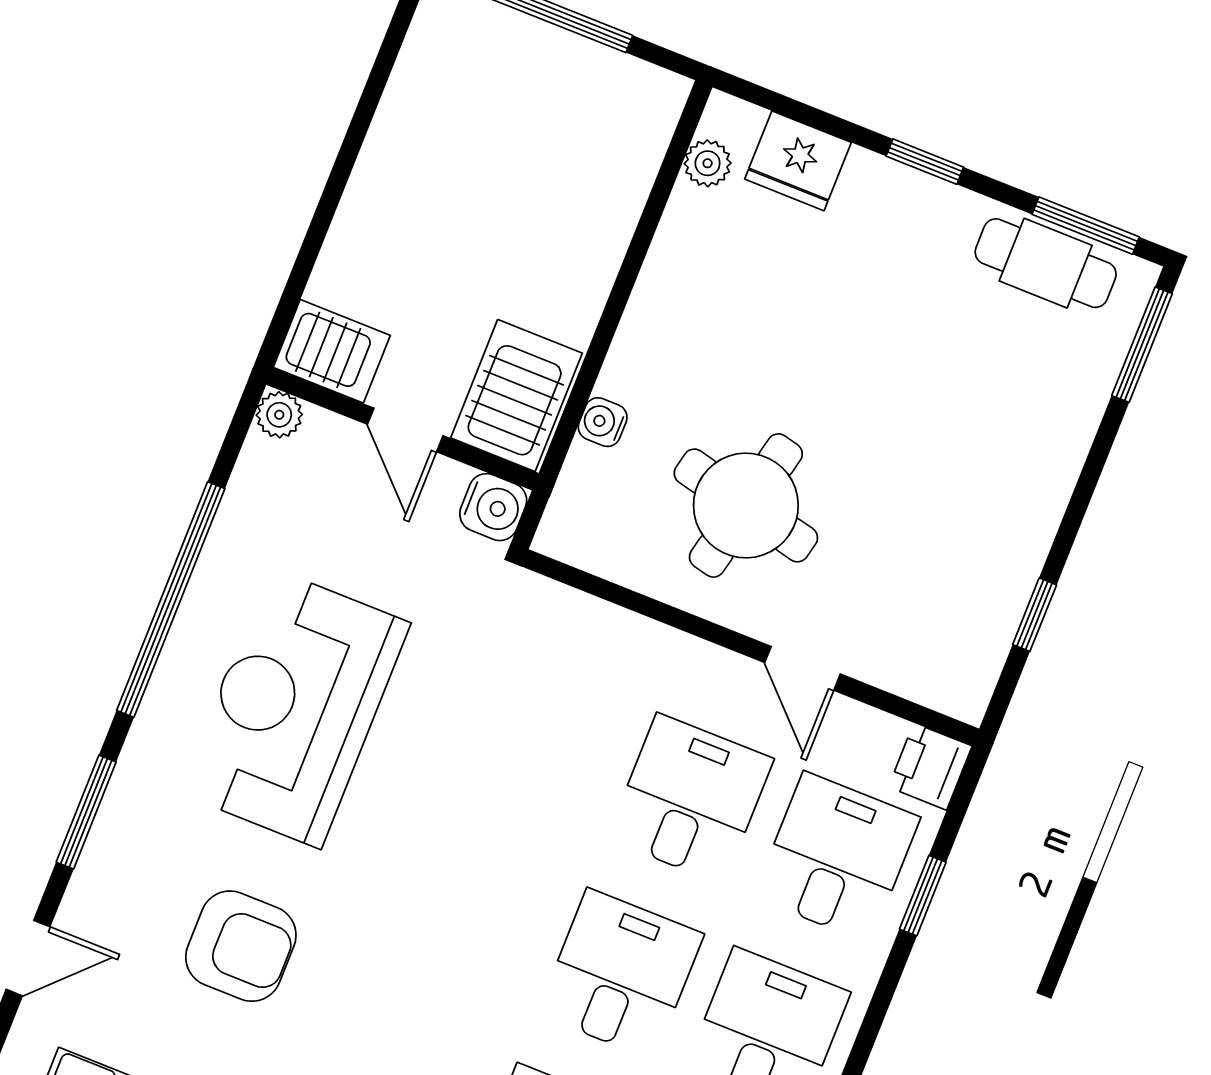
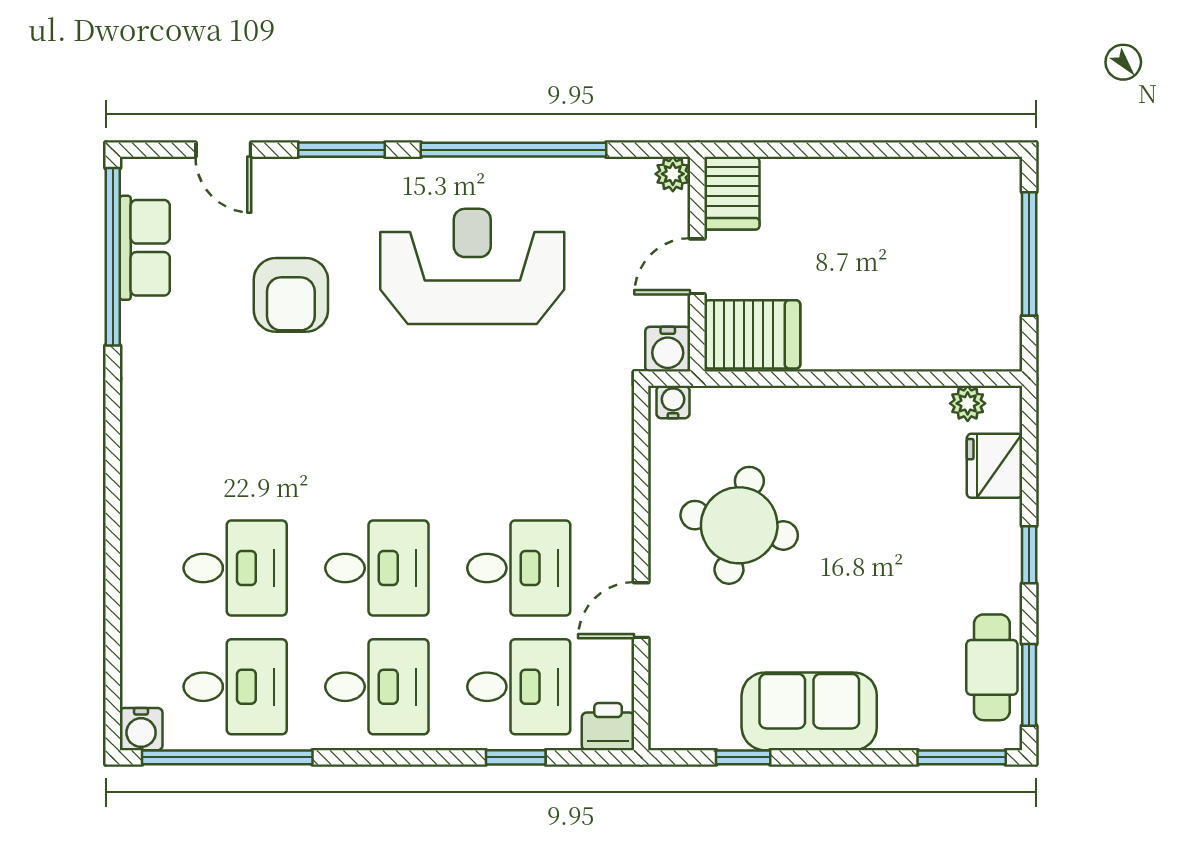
water cooler: (603, 422) -> (673, 402), moved
sofa: (1010, 510) -> (809, 711), added

